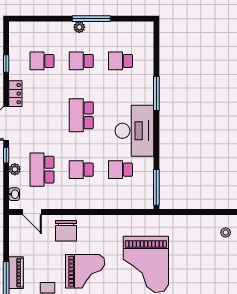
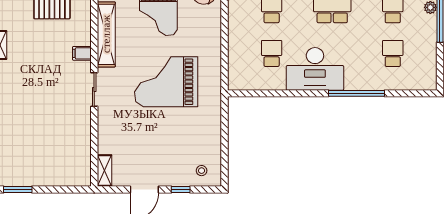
window: (156, 93) -> (357, 93), width x1.46
window: (156, 187) -> (252, 93), removed

